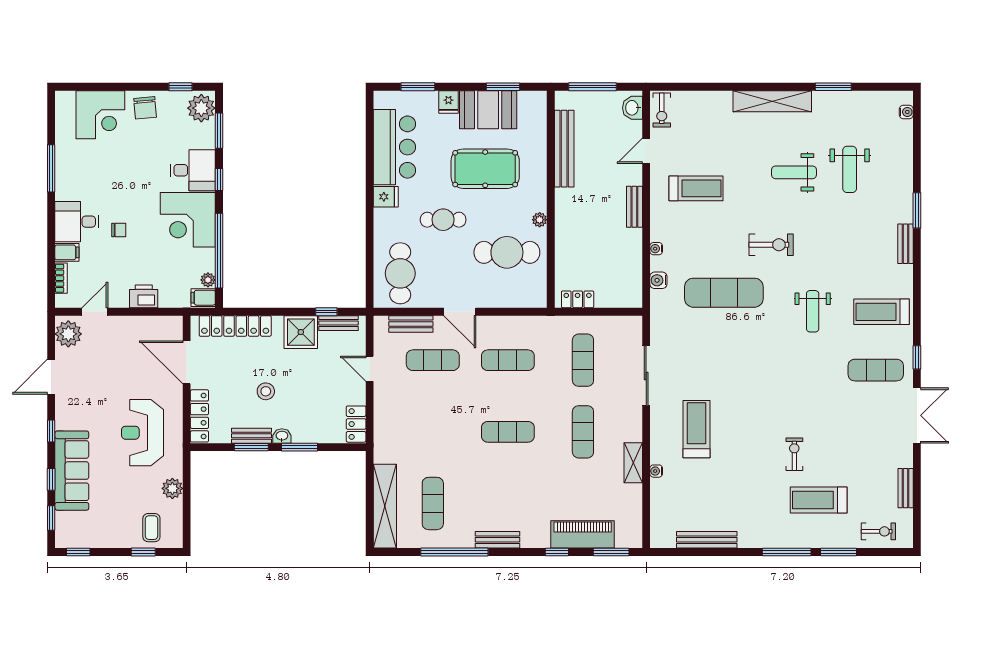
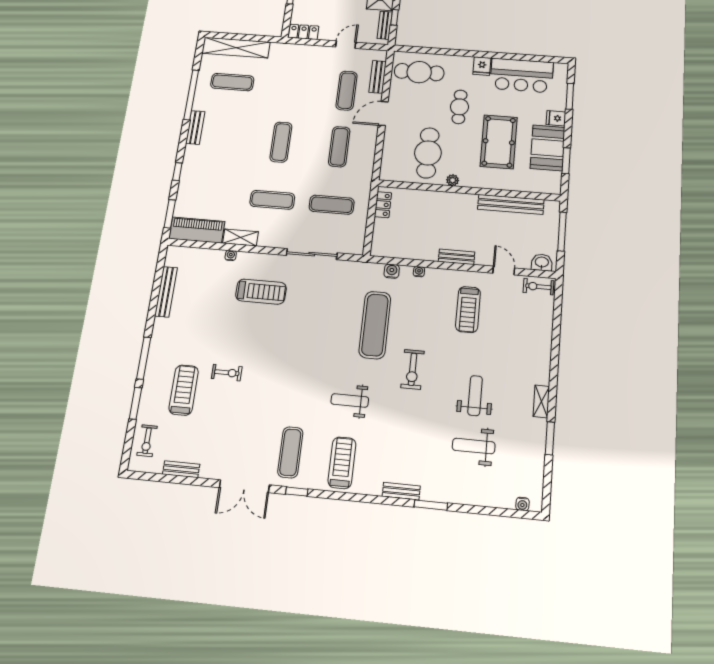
shelving: (772, 101) -> (541, 401), width x0.45, depth x0.75
piano: (583, 534) -> (197, 230), moved, turned -90

